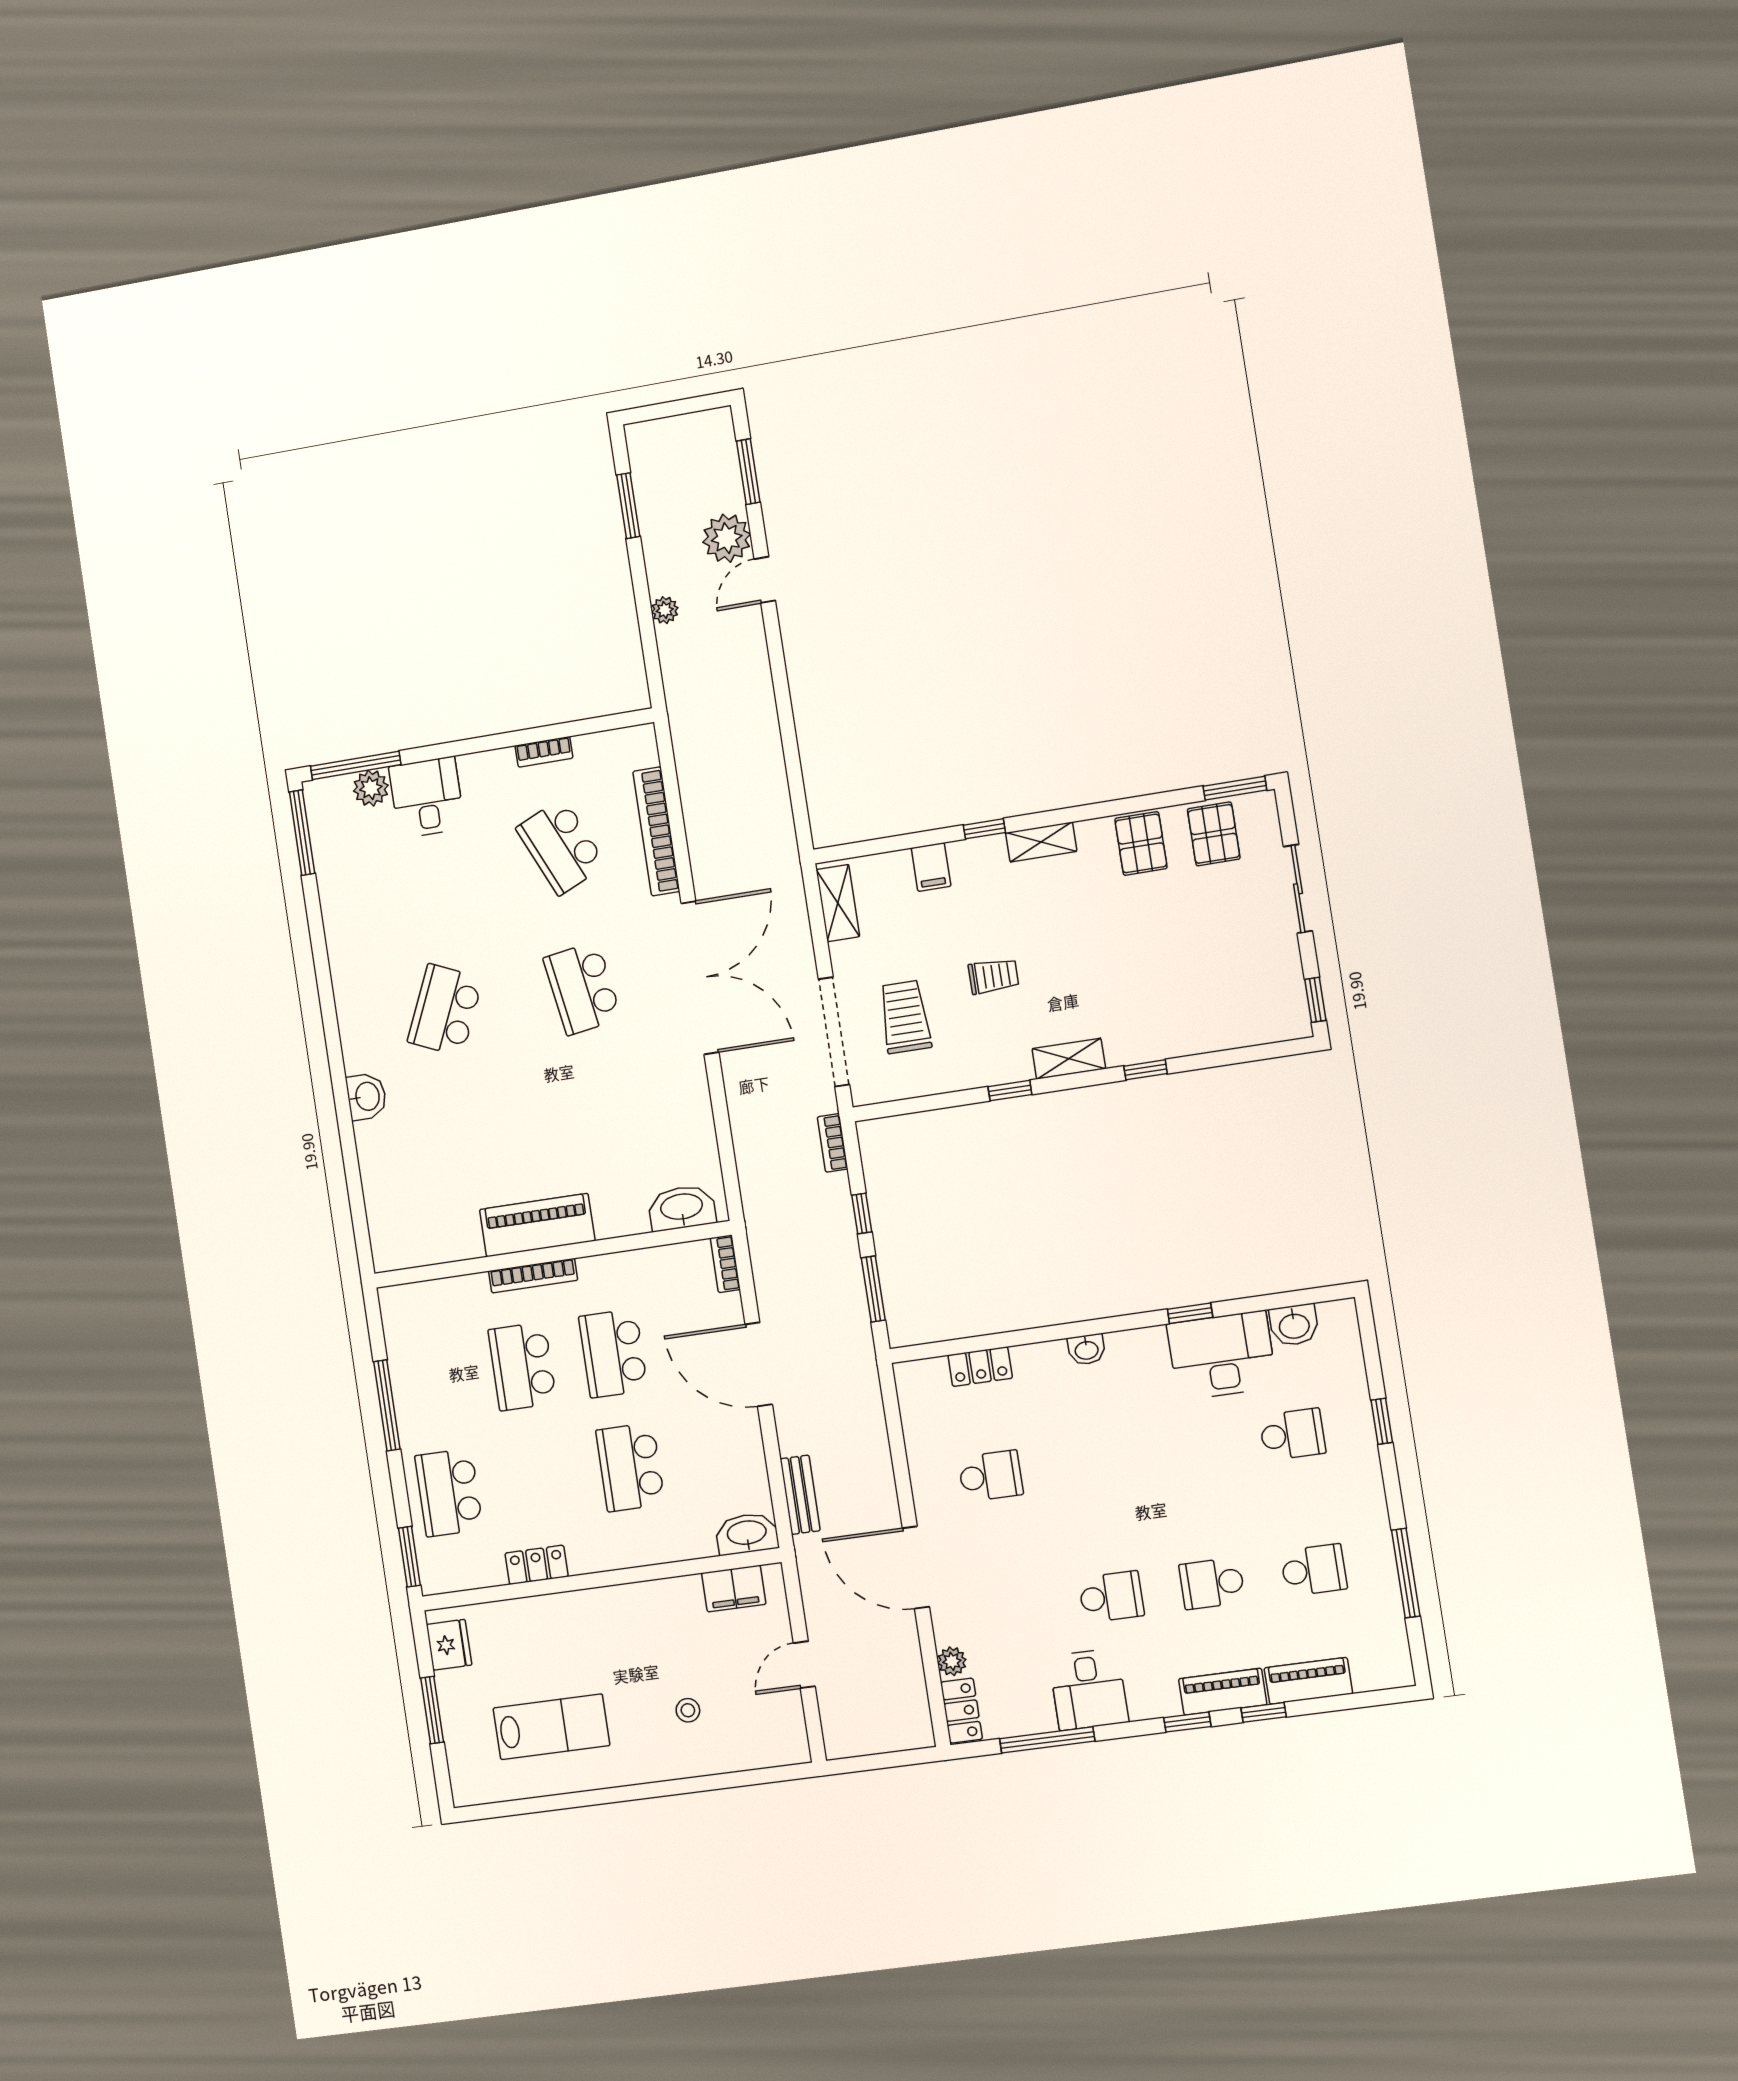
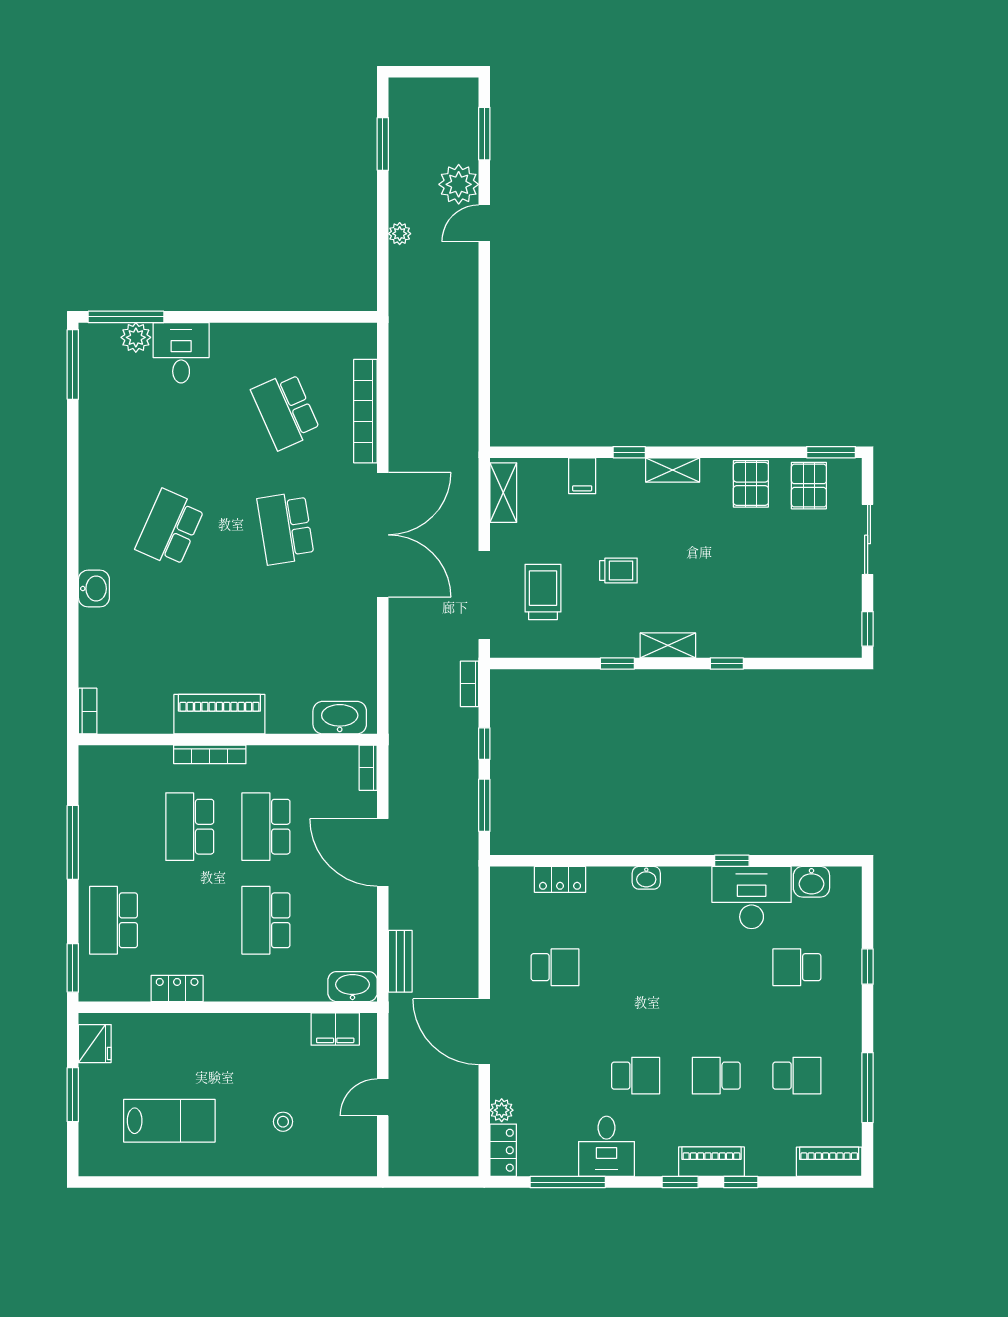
bookcase: (544, 752) -> (88, 711), moved, turned -90
school desk: (1292, 1434) -> (797, 967), turned 180
piano: (1308, 1681) -> (829, 1162), moved

